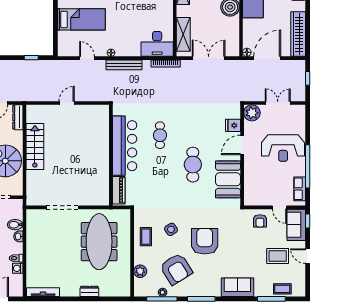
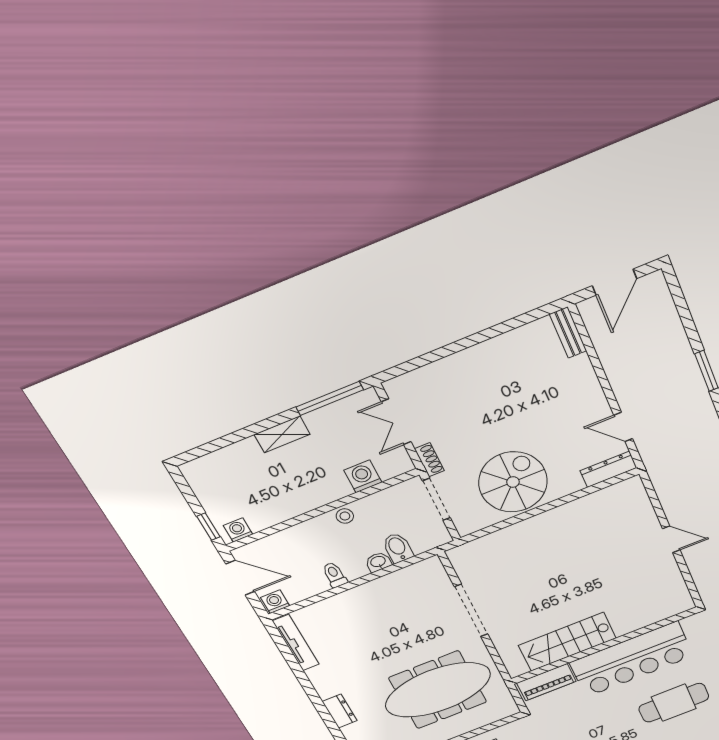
cafe table: (160, 135) -> (674, 703), width x1.37, depth x1.35
stairs: (35, 147) -> (567, 642), moved, turned 180
washing machine: (18, 268) -> (275, 602), moved

